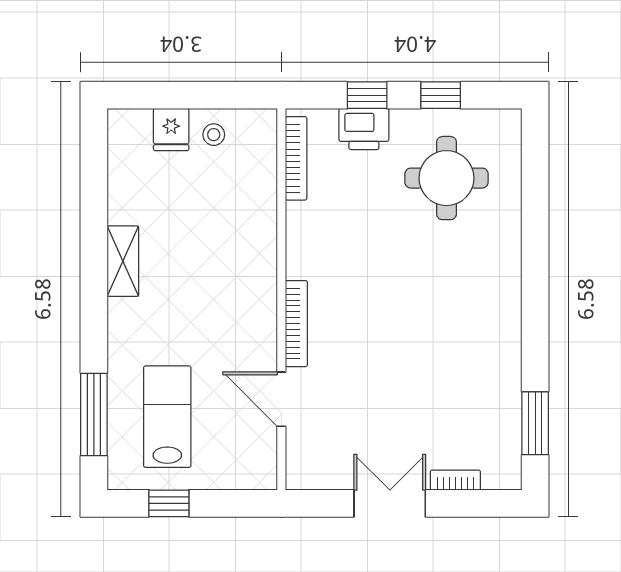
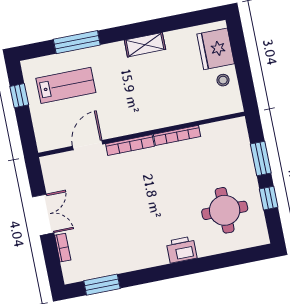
window: (367, 95) -> (261, 159), width x1.50
printer: (364, 129) -> (182, 250), moved, turned 90
fridge: (171, 130) -> (216, 49), width x1.88, depth x1.34
bookcase: (296, 158) -> (177, 135), moved
window: (94, 414) -> (77, 42), moved

